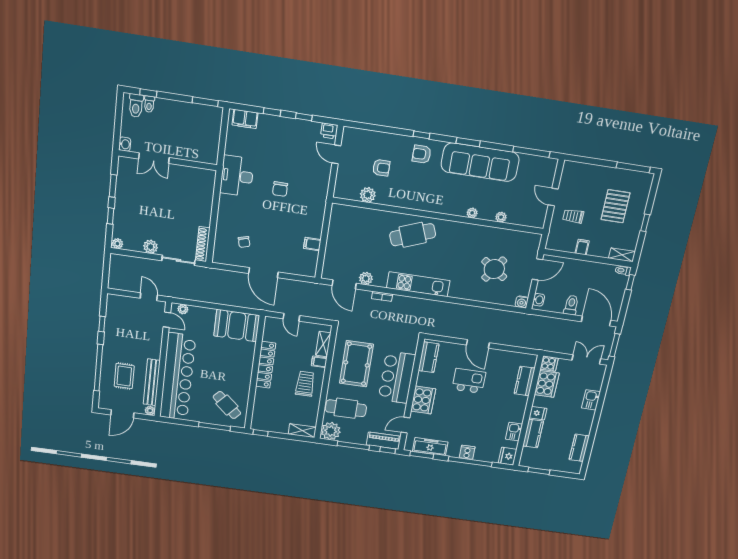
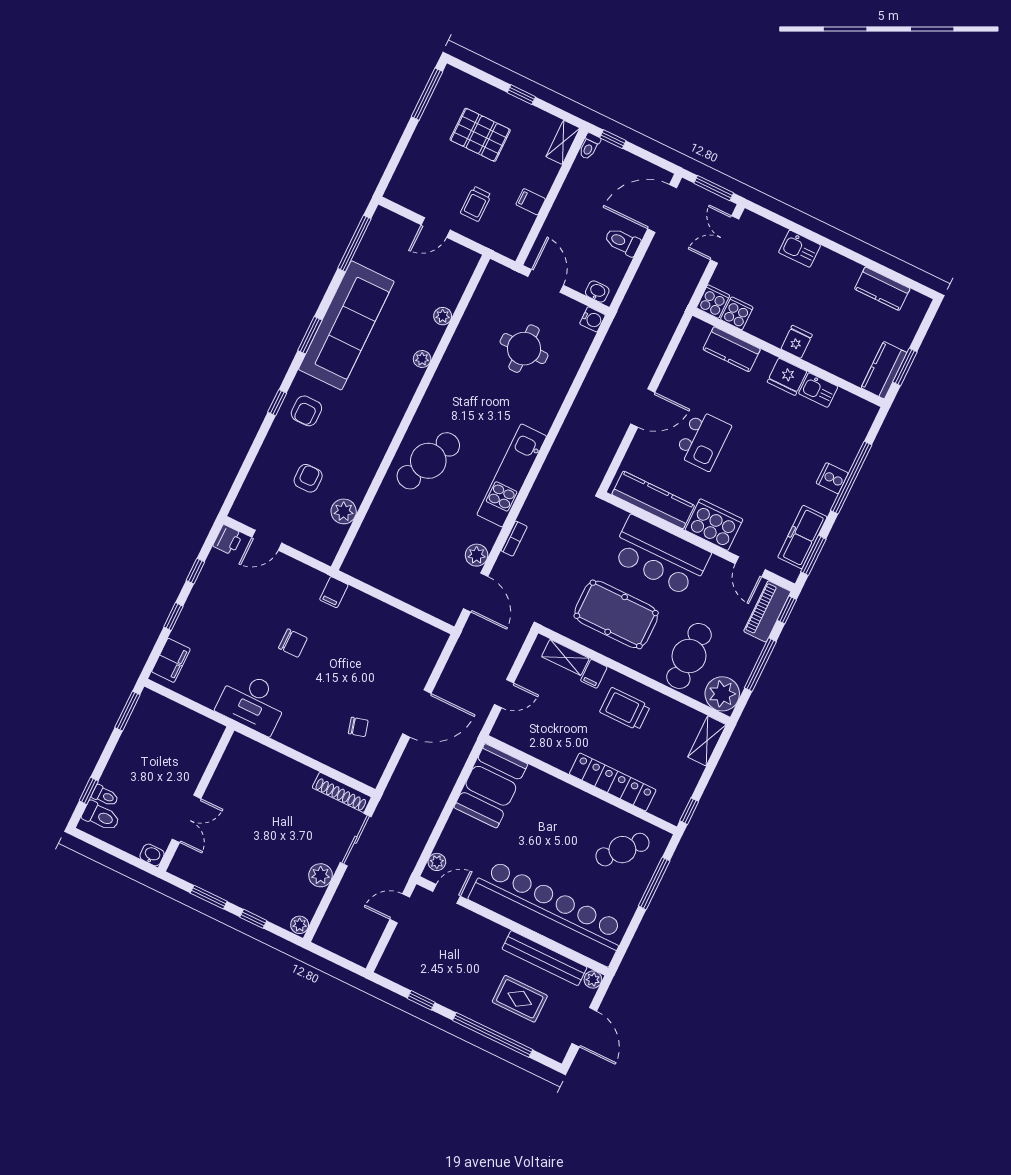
cafe table: (413, 235) -> (428, 461), turned 45
filing cabinet: (312, 244) -> (334, 592), moved
round table: (494, 269) -> (524, 349), turned -34
door: (344, 284) -> (476, 592), hinge flipped
kitchen counter: (429, 357) -> (653, 500), width x1.50
locker: (266, 365) -> (613, 782), moved
kitchen island: (469, 381) -> (703, 440), turned 180
cooker: (547, 384) -> (737, 313), width x0.53, depth x0.76
kitchen counter: (533, 434) -> (884, 370), moved, turned -90
fridge: (508, 456) -> (787, 377), moved

